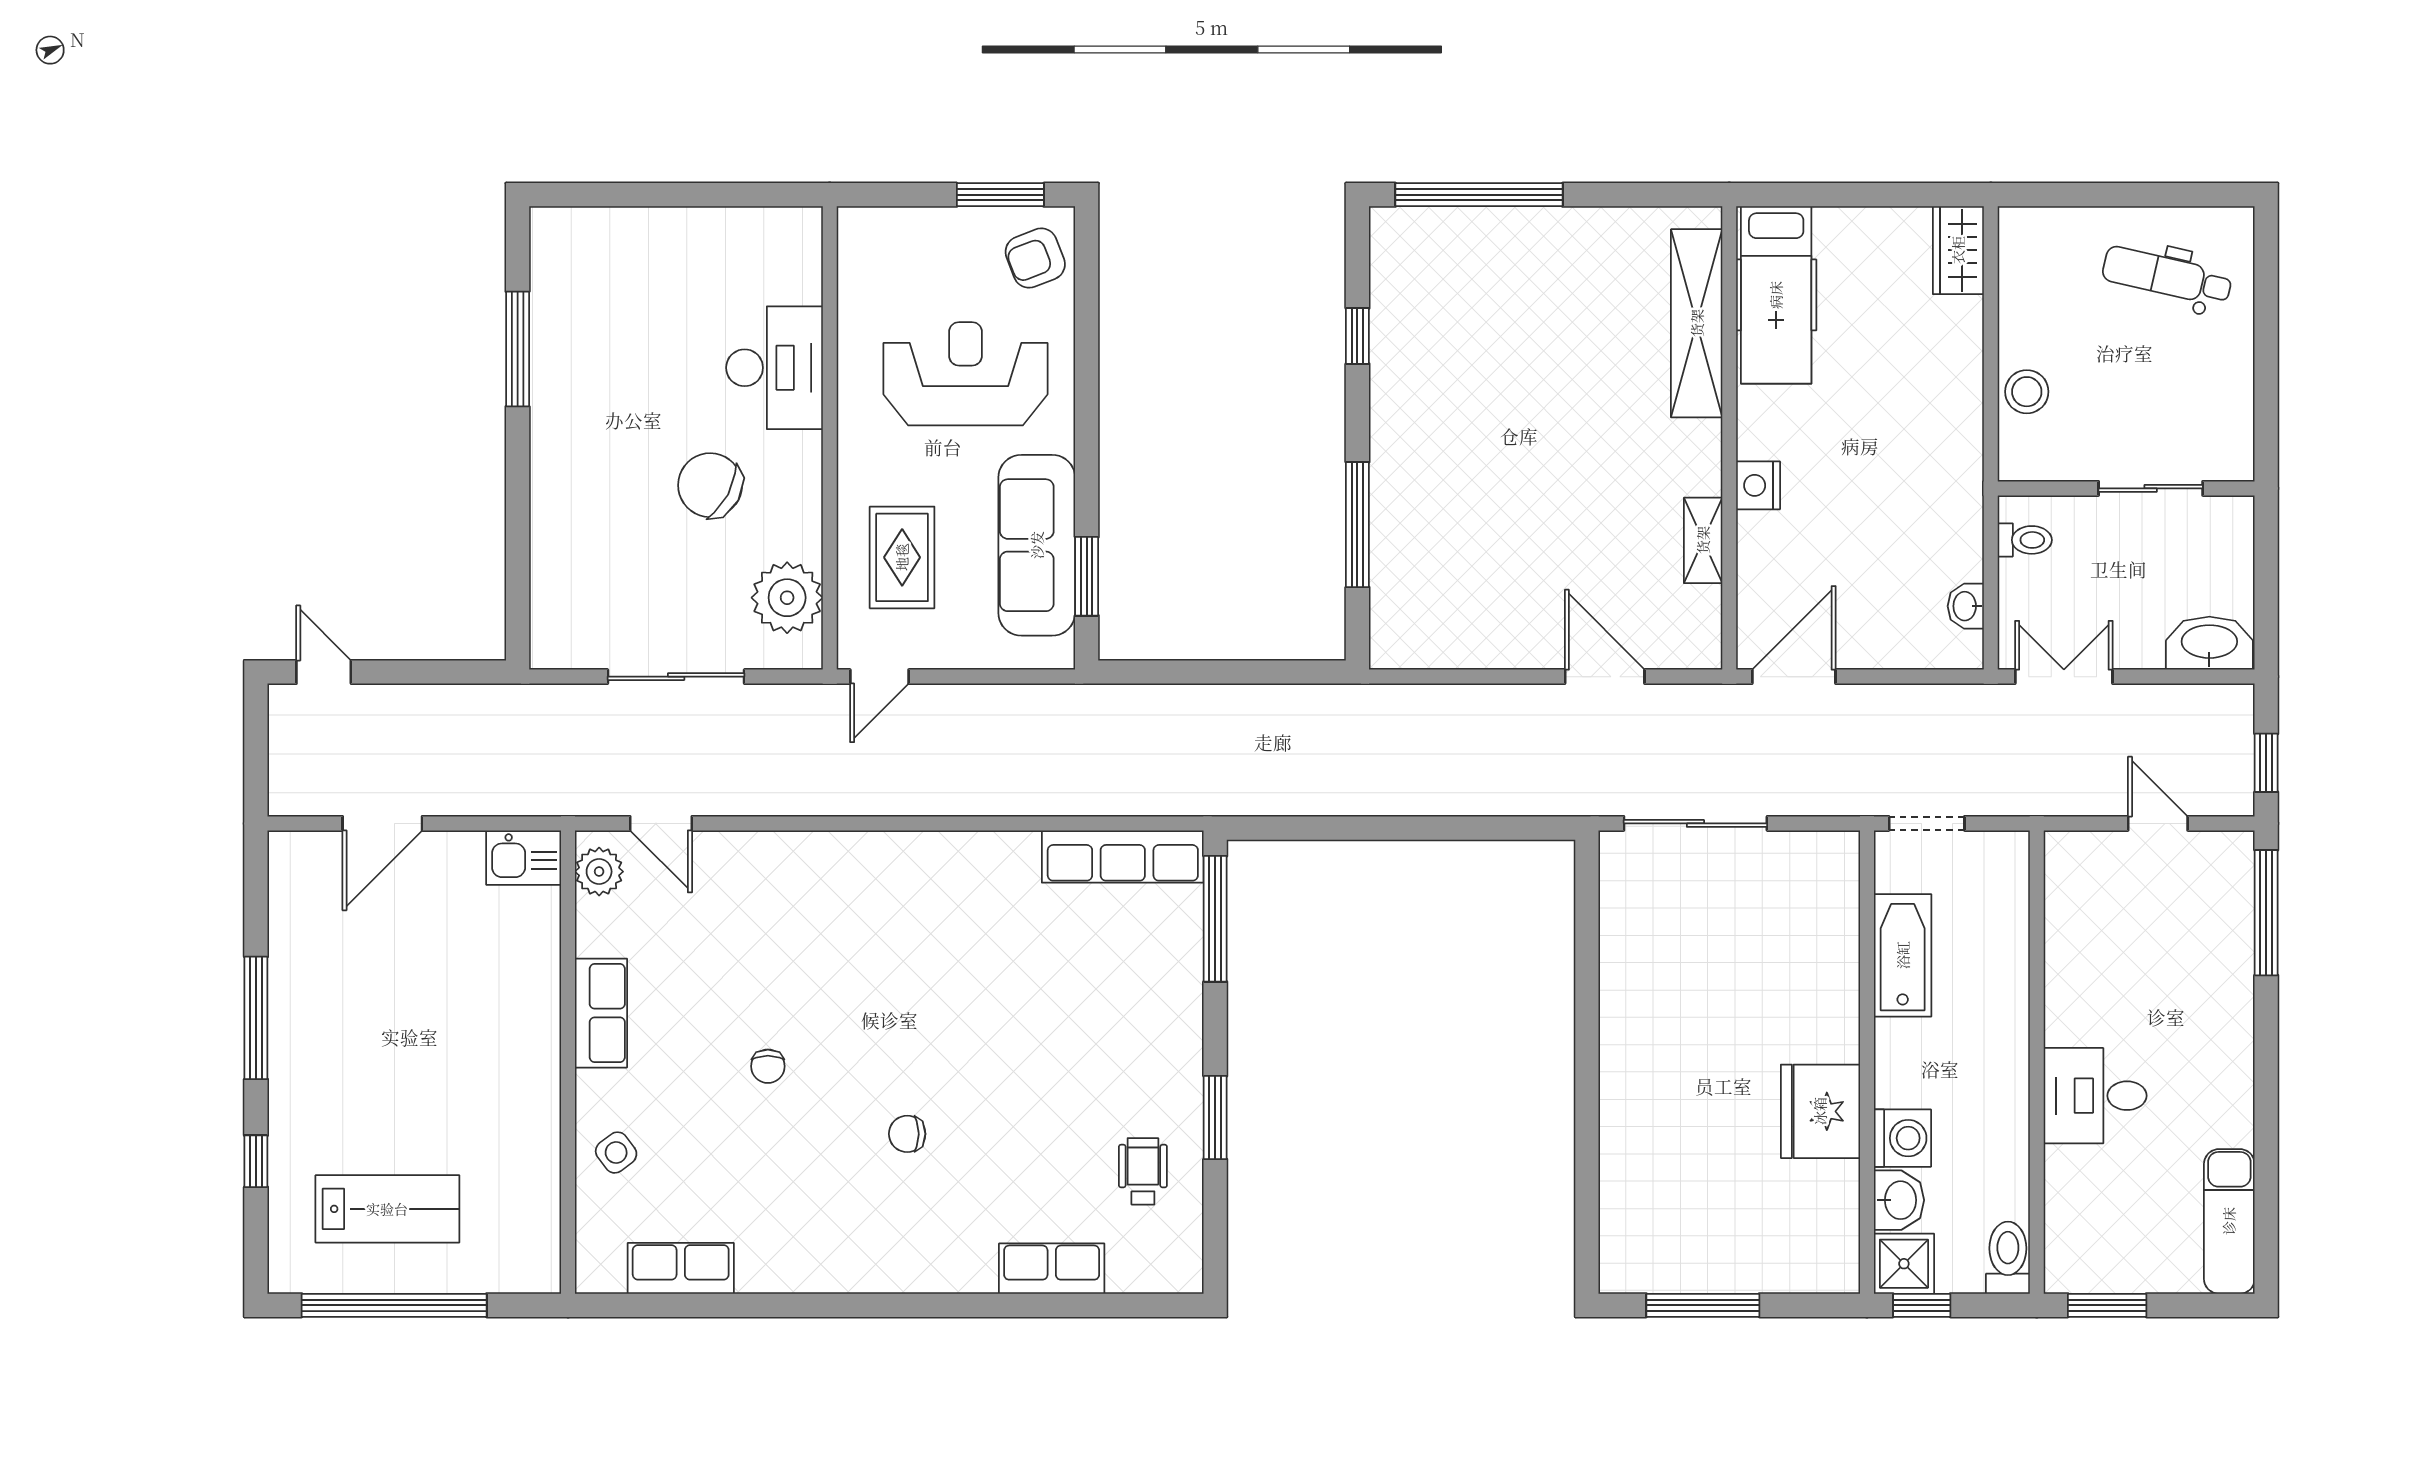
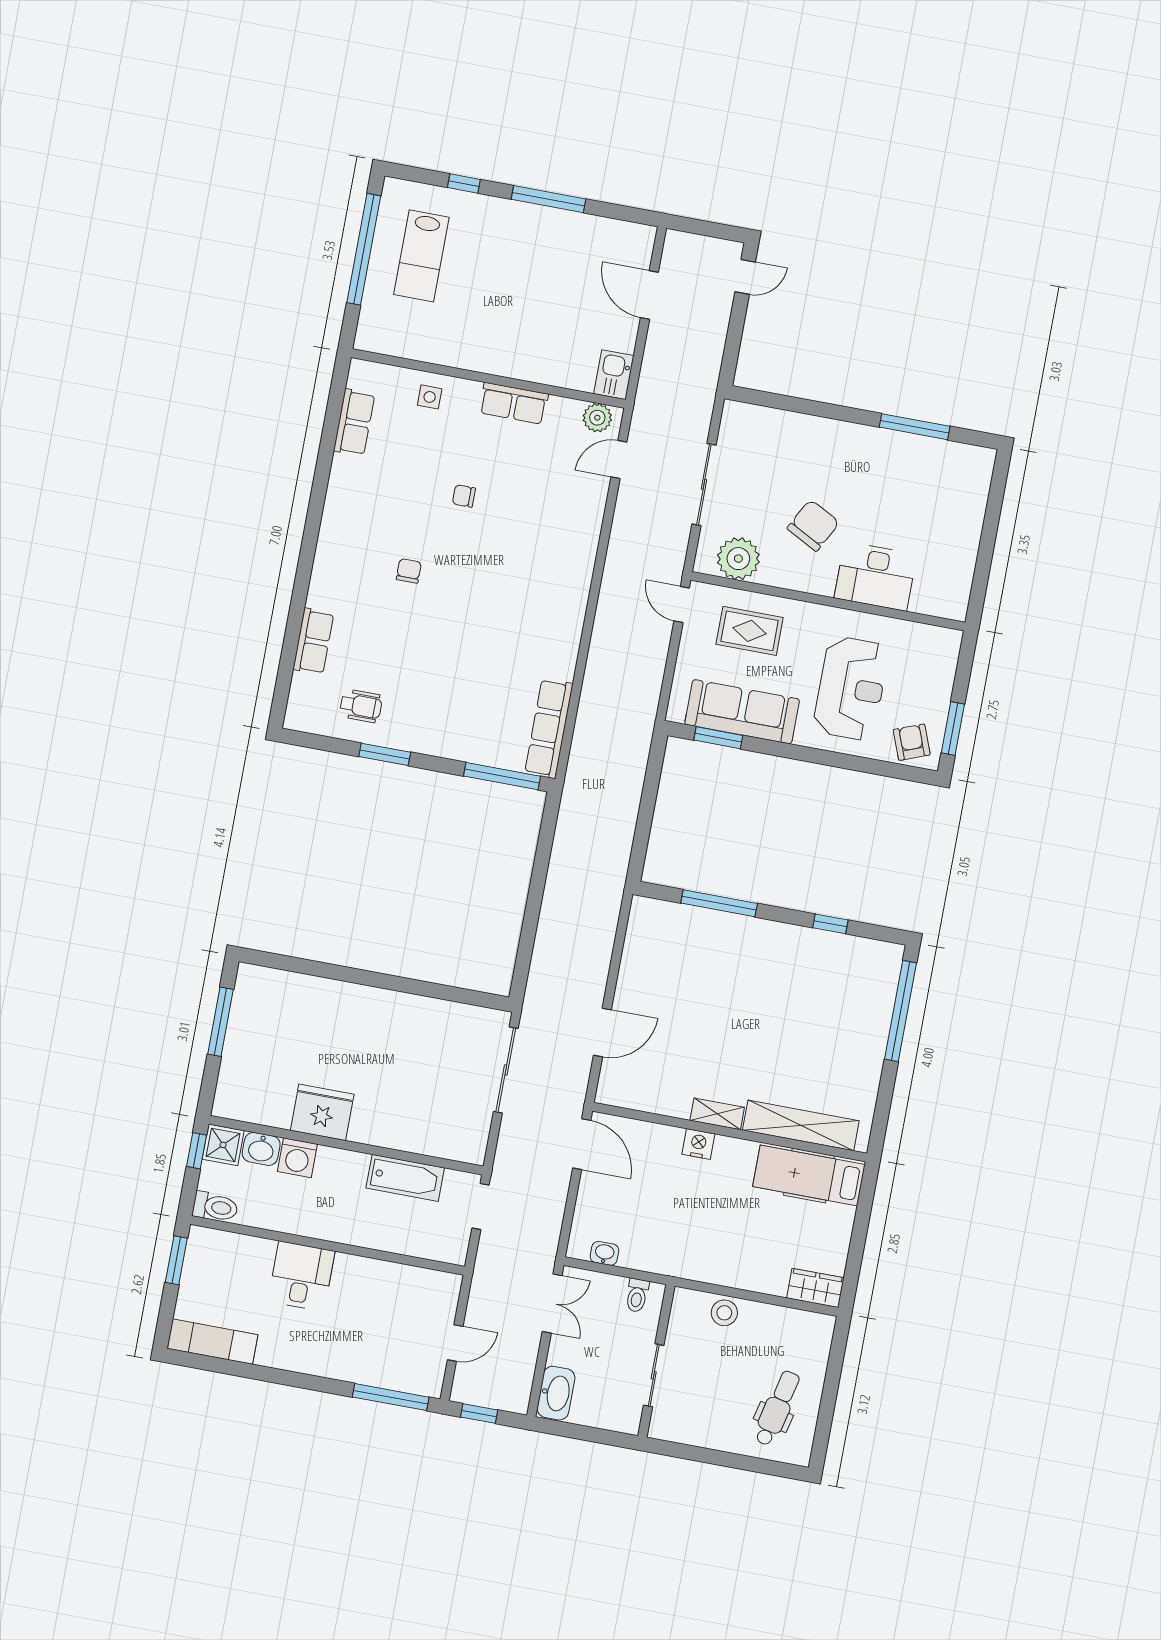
shelving: (1703, 540) -> (717, 1114), moved
side table: (616, 1153) -> (430, 397), turned 37

